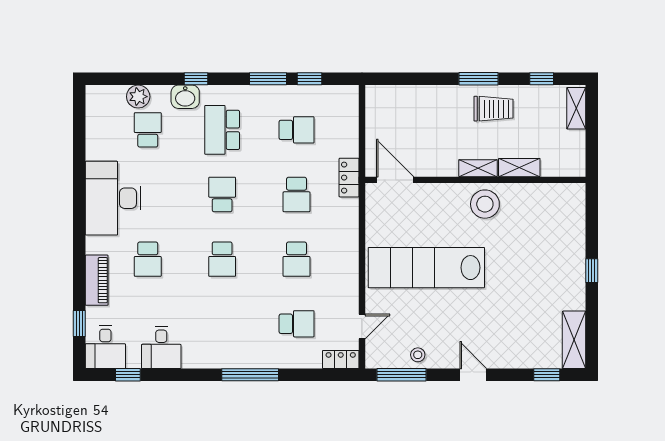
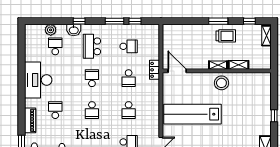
school desk: (148, 259) -> (55, 110), turned 180

